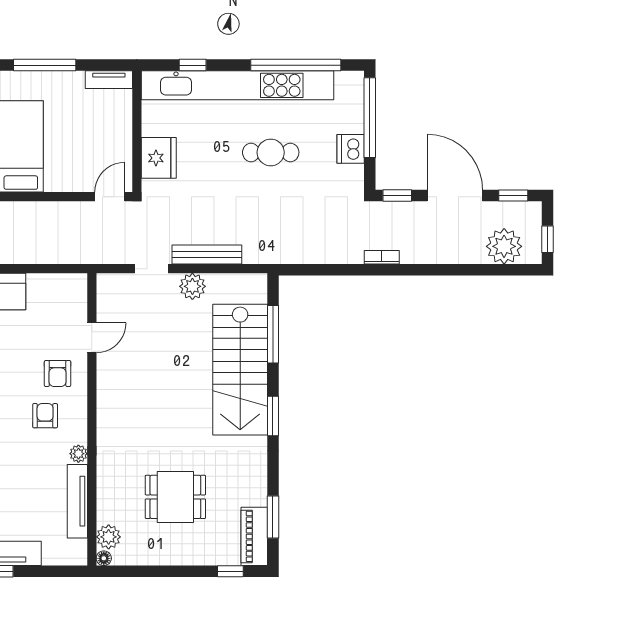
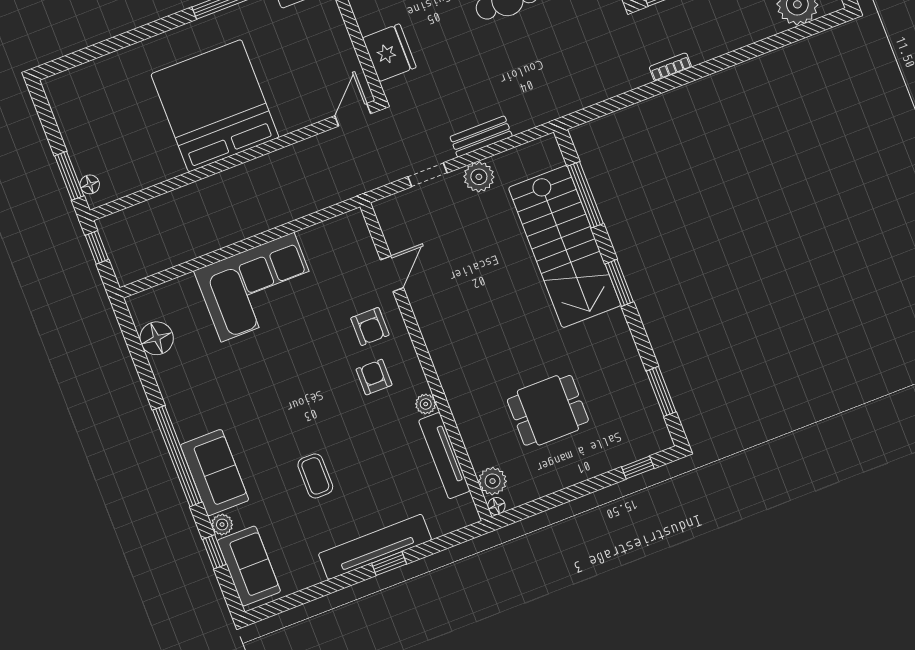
bench: (207, 254) -> (481, 137), width x0.73
piano: (254, 536) -> (649, 420), removed

